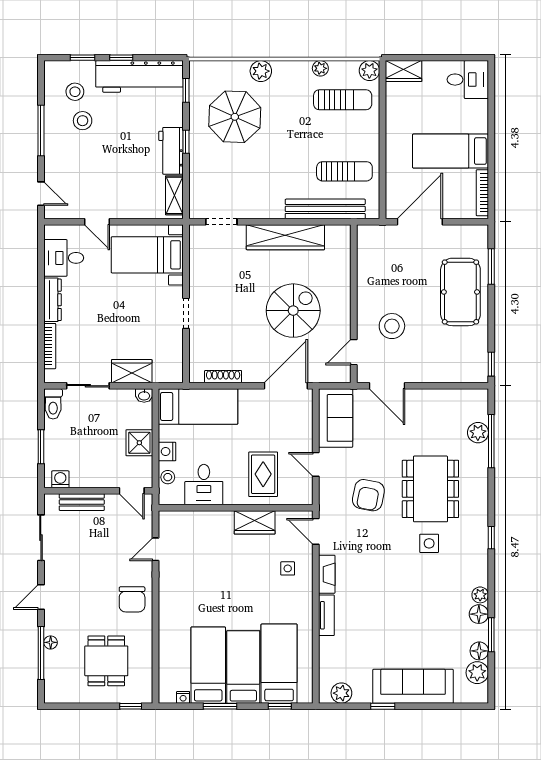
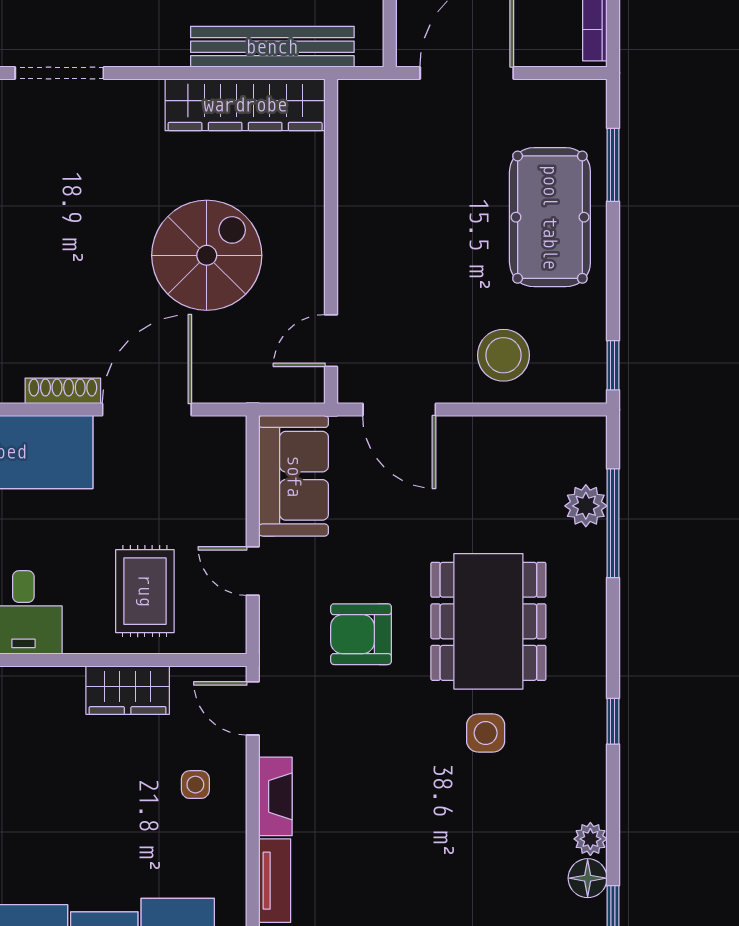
doorway: (221, 222) -> (59, 73), width x1.38
wardrobe: (285, 237) -> (245, 105), moved
stool: (392, 326) -> (503, 355), moved
door: (286, 386) -> (147, 410), moved
armchair: (368, 495) -> (361, 634), turned 79

